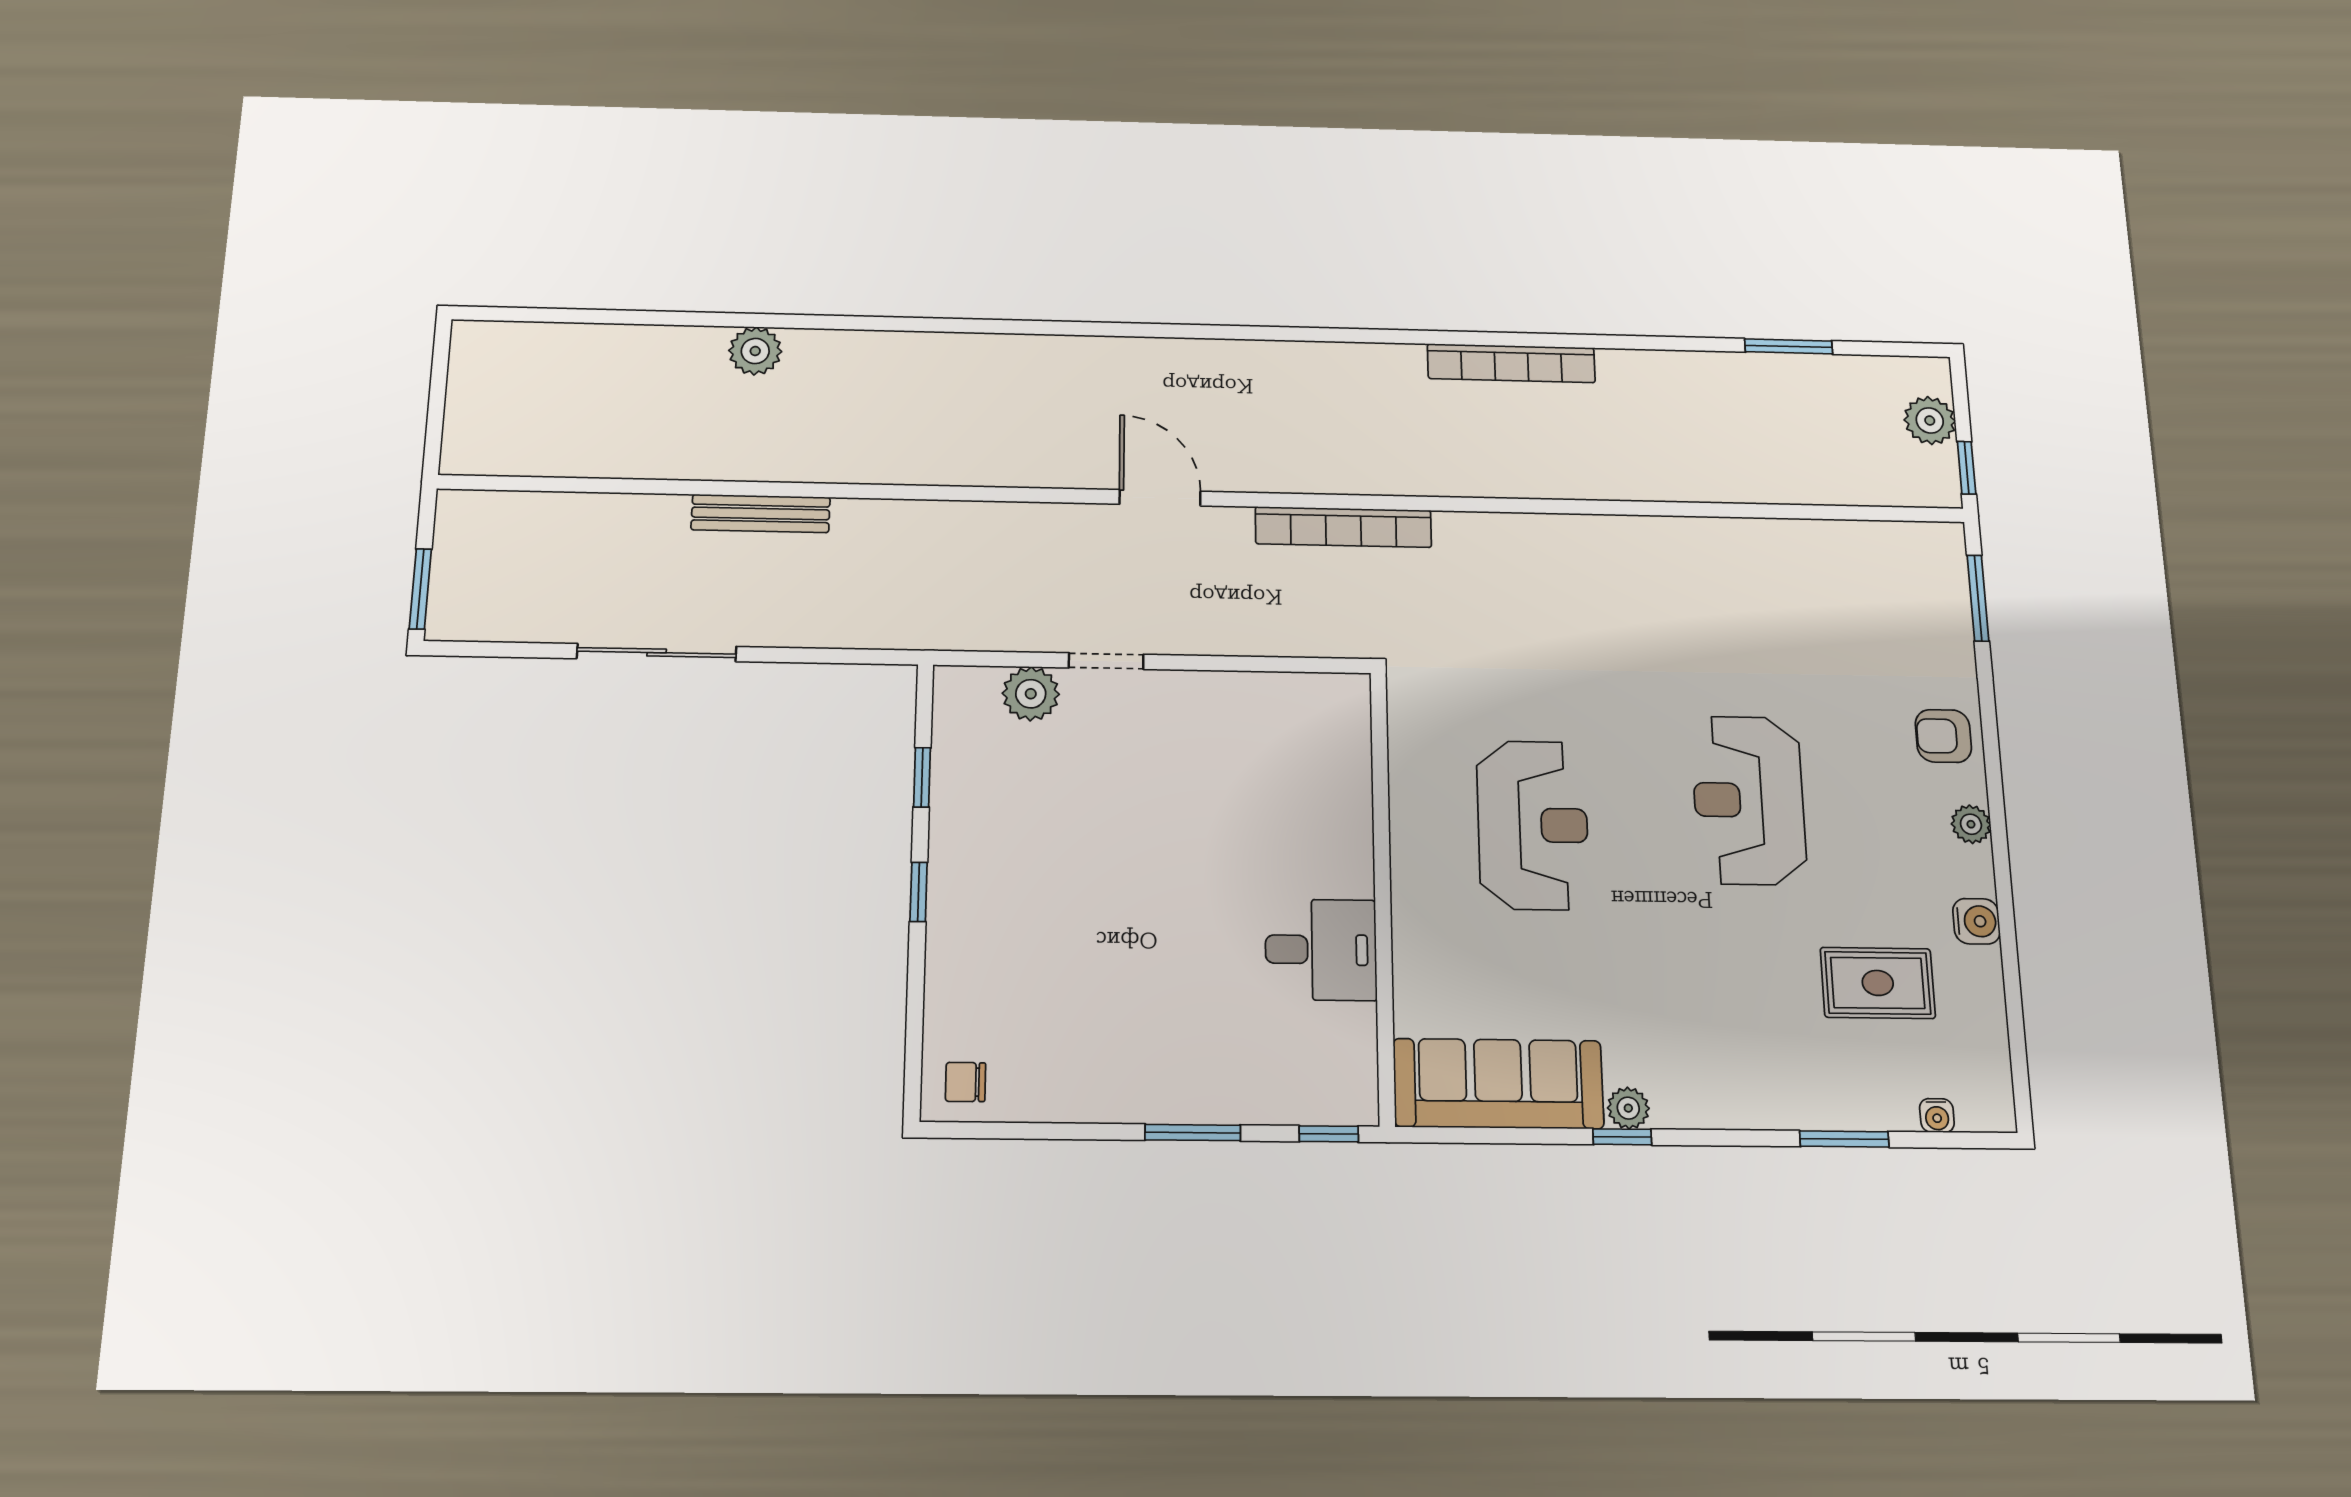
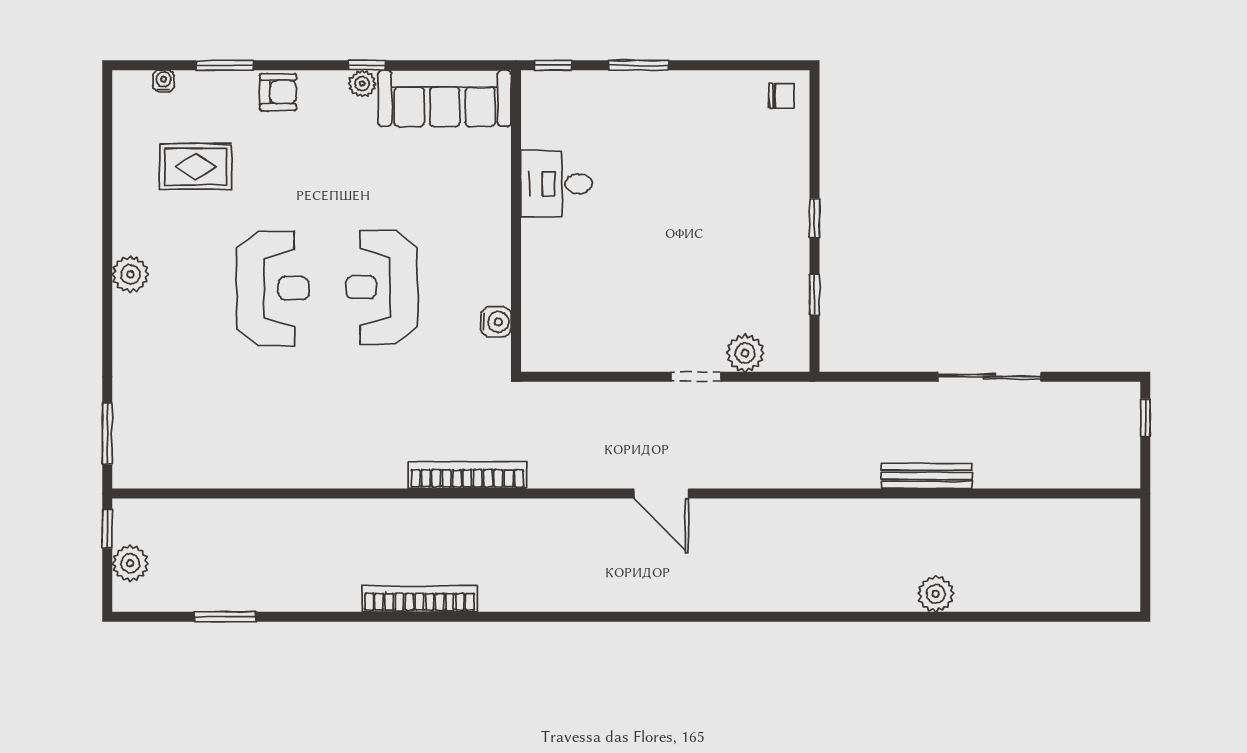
bookcase: (1343, 527) -> (467, 475), moved
window: (420, 589) -> (1145, 418), width x0.67
armchair: (1943, 736) -> (278, 92), moved
plant: (1971, 824) -> (130, 274), width x1.38, depth x1.38
reception desk: (1533, 825) -> (382, 287), moved
water cooler: (1976, 921) -> (496, 322), moved, turned 180

